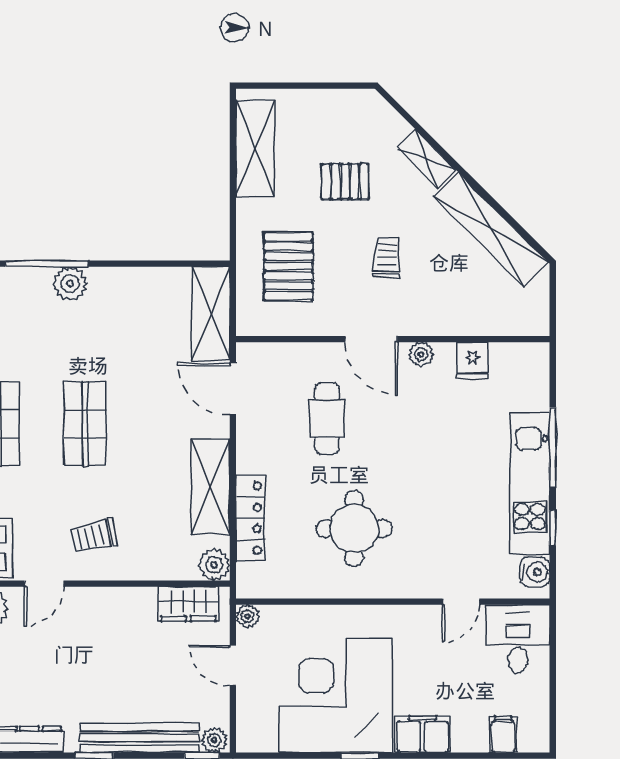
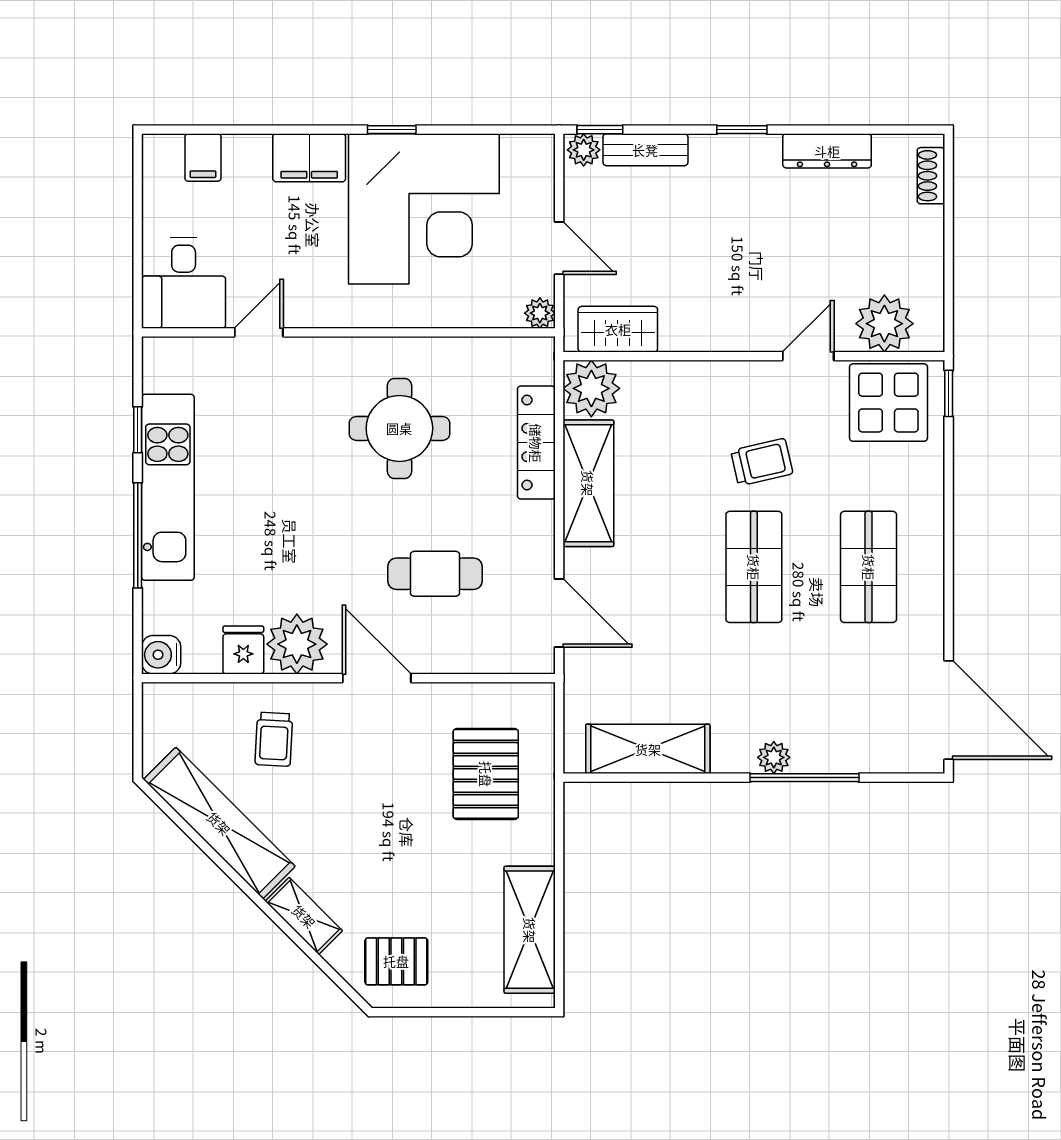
pallet: (345, 181) -> (396, 961), moved
trolley: (387, 257) -> (274, 739), moved
plant: (70, 284) -> (774, 757), width x0.73, depth x0.73
shelving: (211, 314) -> (648, 749), moved, turned 90
plant: (421, 354) -> (297, 644), width x1.88, depth x1.88
cafe table: (327, 418) -> (435, 574), turned 90
trolley: (94, 536) -> (762, 462), moved
plant: (214, 565) -> (591, 388), width x1.36, depth x1.36
water cooler: (535, 572) -> (161, 655), moved
bench: (140, 738) -> (645, 150), width x0.54, depth x0.82

